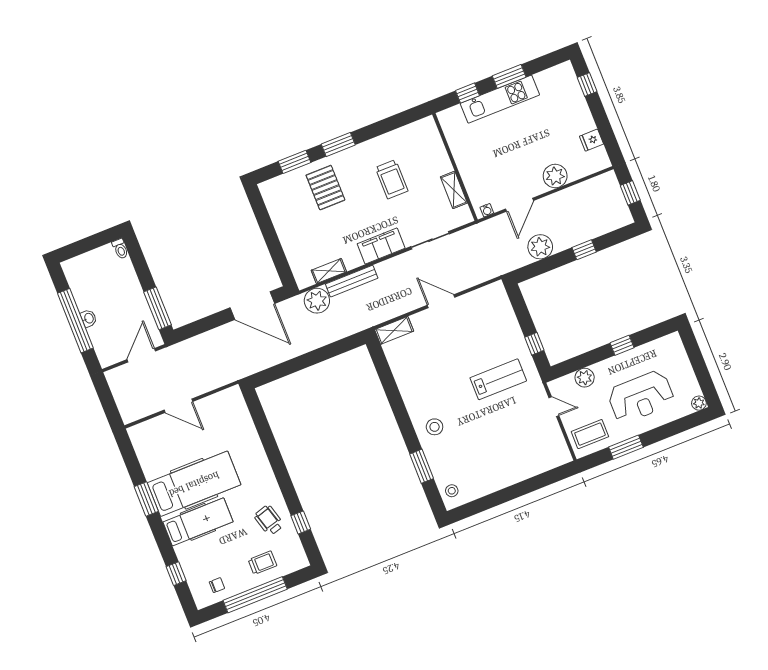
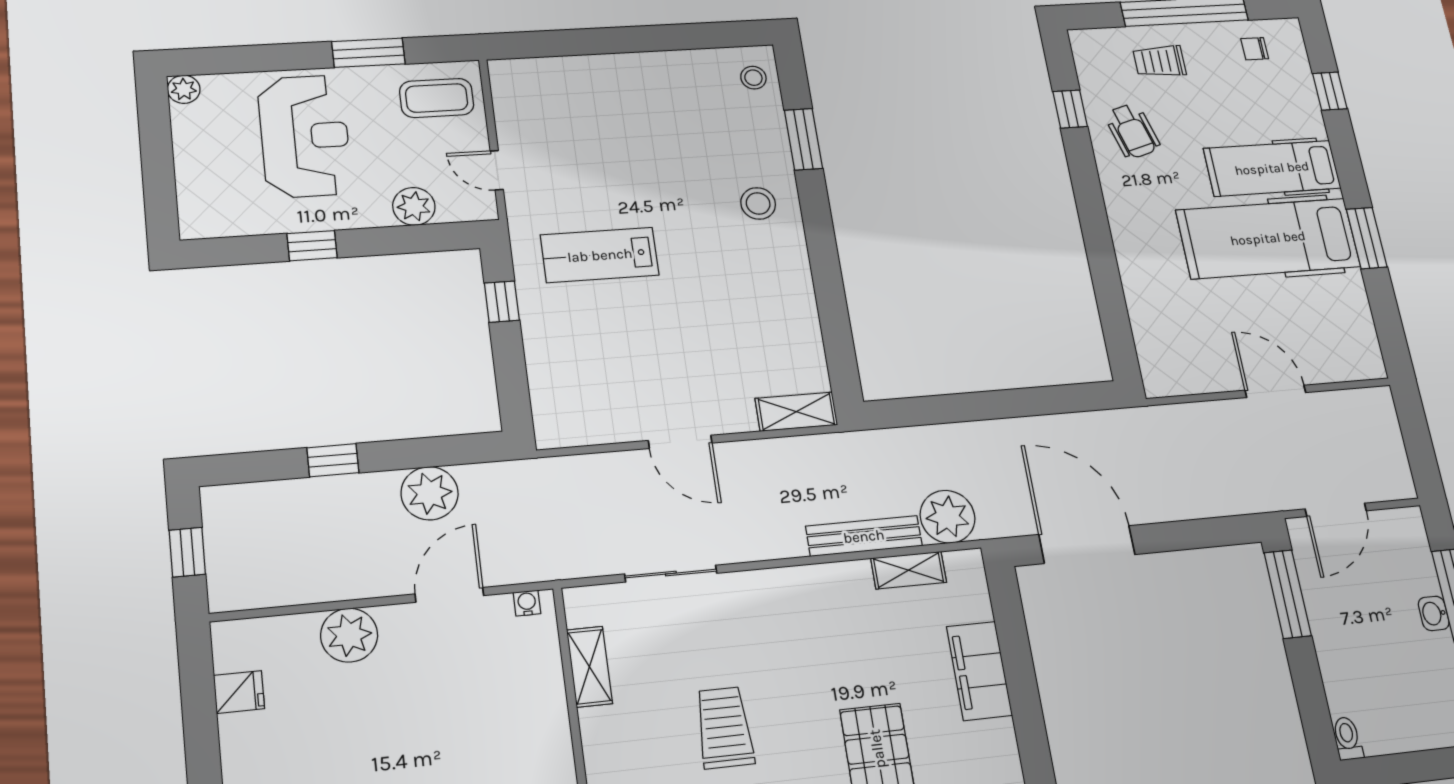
filing cabinet: (381, 246) -> (979, 671), moved, turned 90
reception desk: (641, 397) -> (305, 136), turned 90

